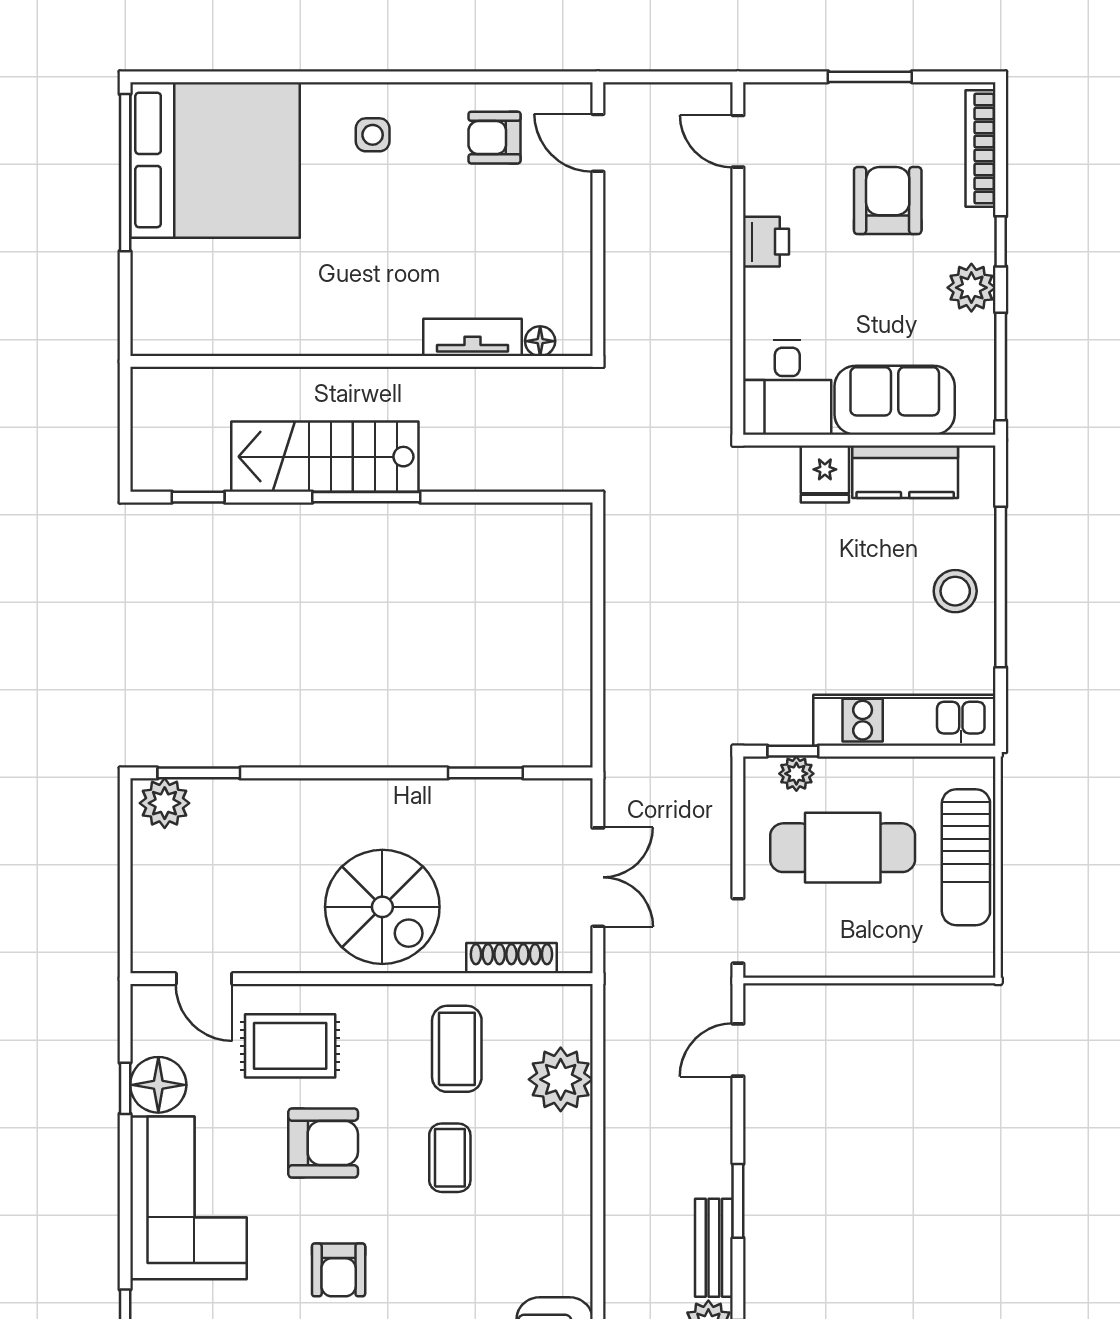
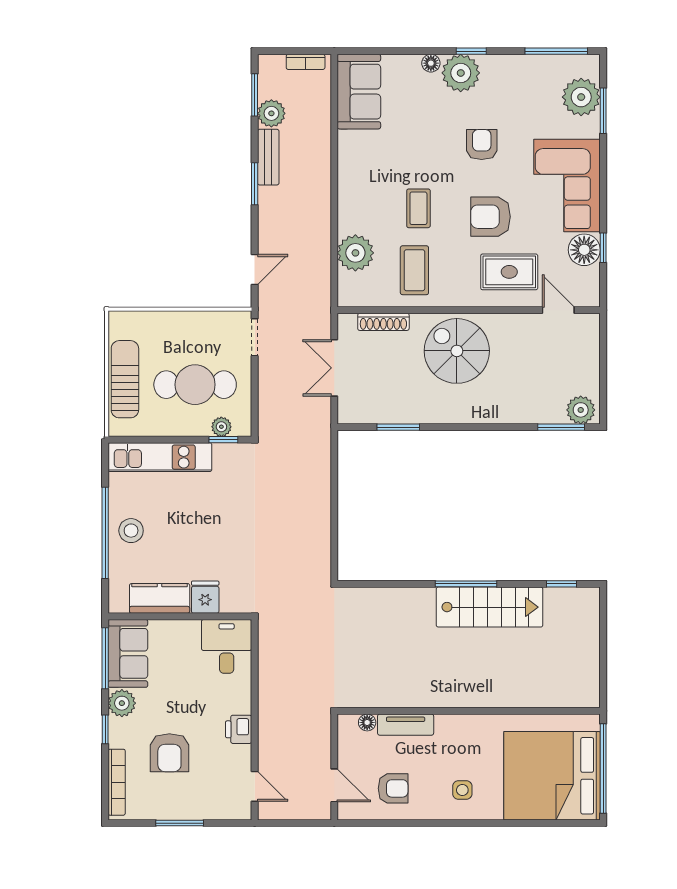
tv unit: (472, 337) -> (406, 725), moved
floor lamp: (540, 341) -> (367, 722), moved
wall: (361, 361) -> (469, 711), moved
sofa: (895, 400) -> (128, 653), moved, turned -90

